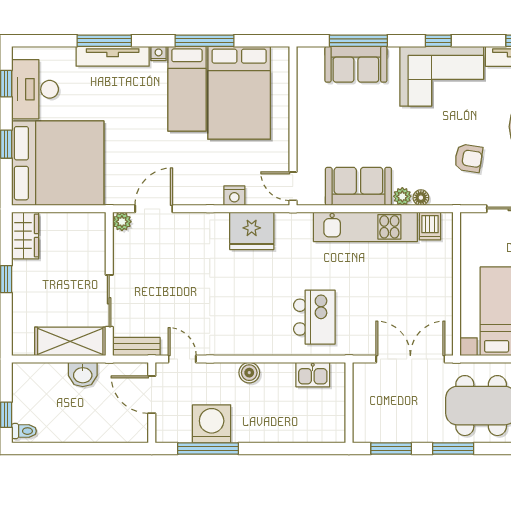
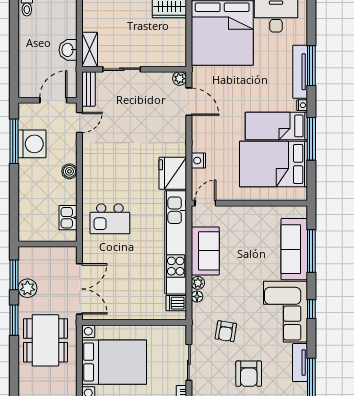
sofa: (356, 64) -> (294, 249), width x1.36
kitchen unit: (365, 227) -> (176, 242), width x1.36
shelving: (70, 341) -> (90, 49), width x0.67, depth x0.75
plant: (409, 430) -> (27, 288), added

